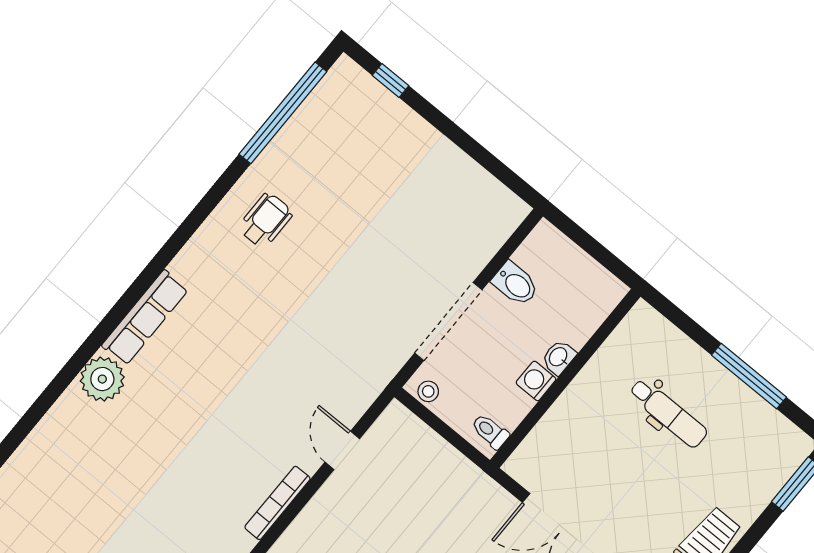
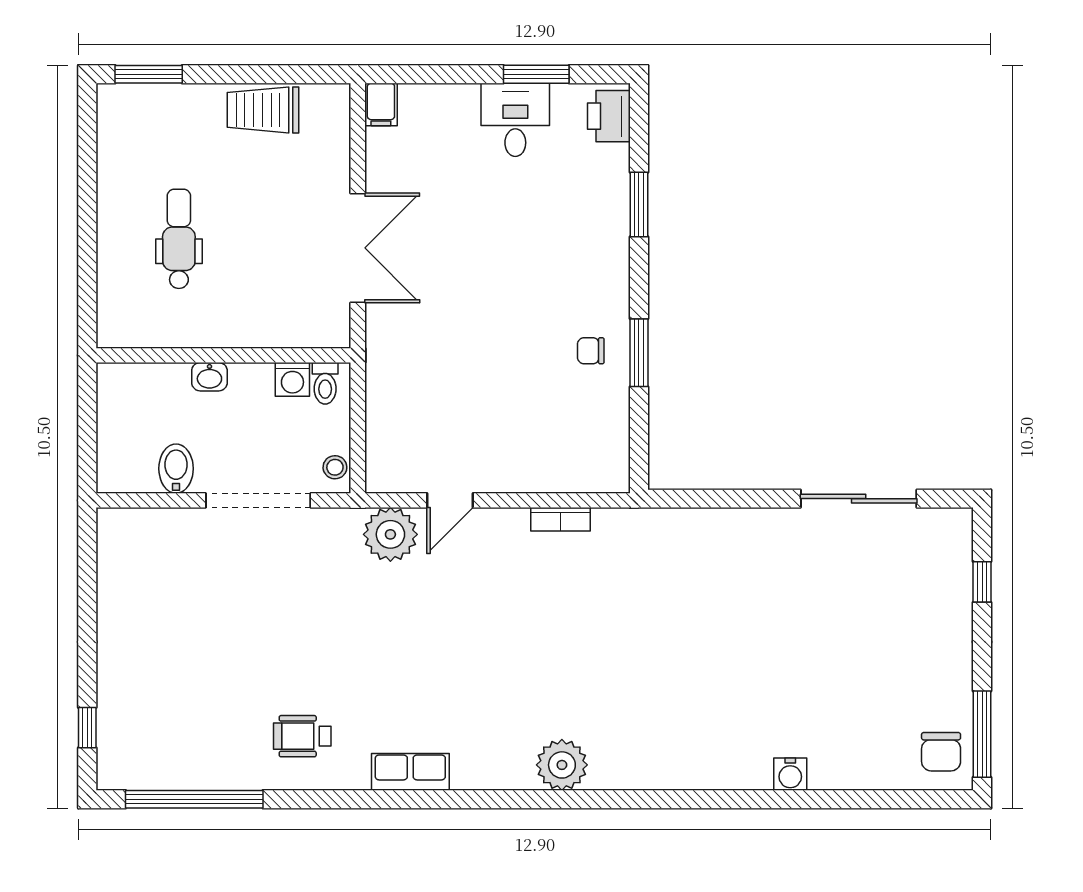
row of seats: (145, 318) -> (410, 772), moved, width x0.68
window: (749, 376) -> (87, 194), removed
washing machine: (536, 381) -> (292, 379), moved
plant: (352, 391) -> (390, 534), added
bookcase: (277, 503) -> (560, 519), width x0.64

